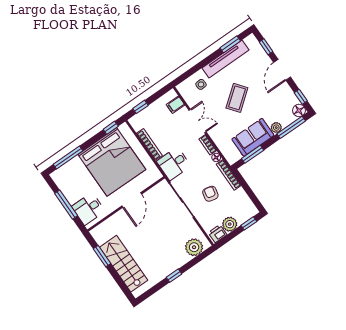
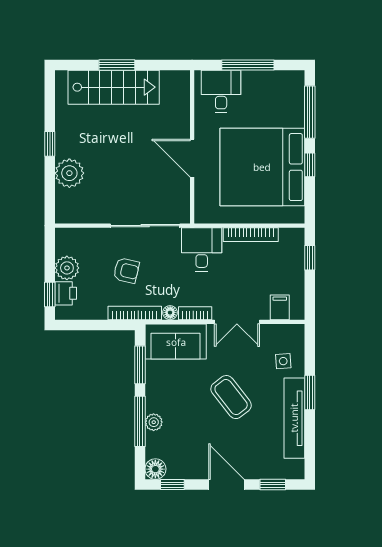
window: (230, 44) -> (310, 392), moved
window: (291, 127) -> (140, 421), moved
window: (111, 128) -> (310, 165), moved
sofa: (253, 137) -> (176, 342), moved, turned 90
printer: (218, 234) -> (66, 293), moved
plant: (194, 247) -> (69, 173), moved
window: (102, 256) -> (117, 65), moved

